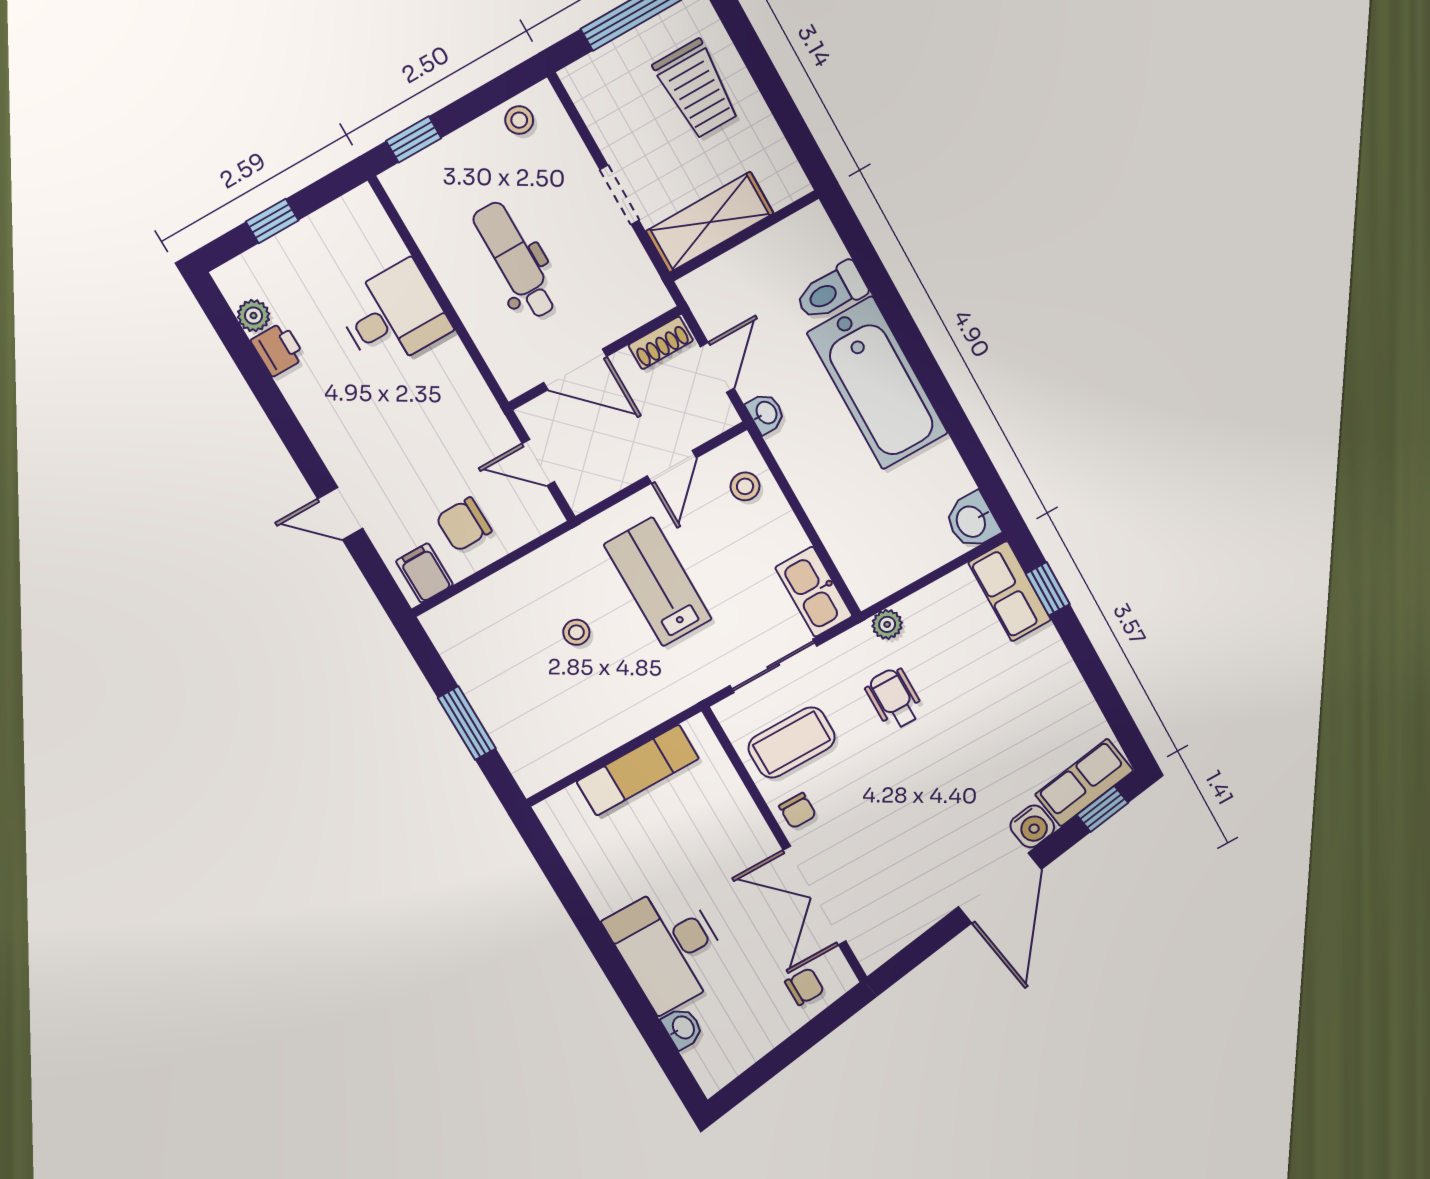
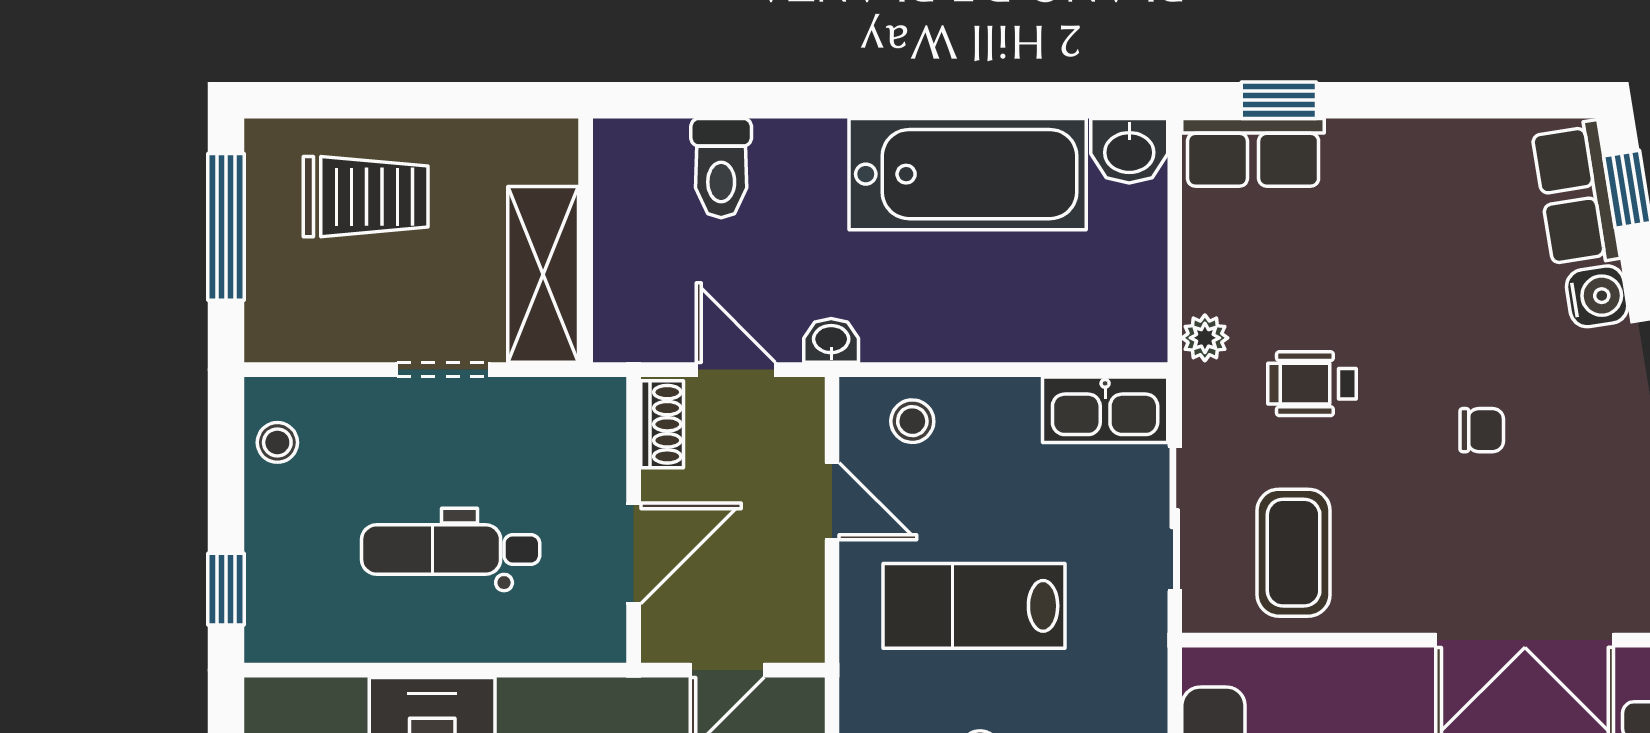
bathtub: (878, 383) -> (968, 174), moved
chair: (798, 811) -> (1482, 430), moved

